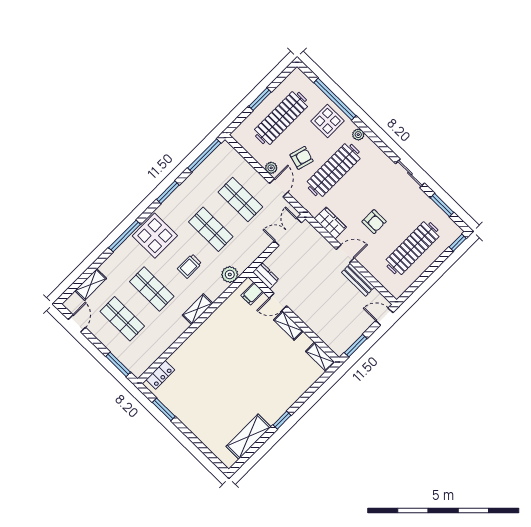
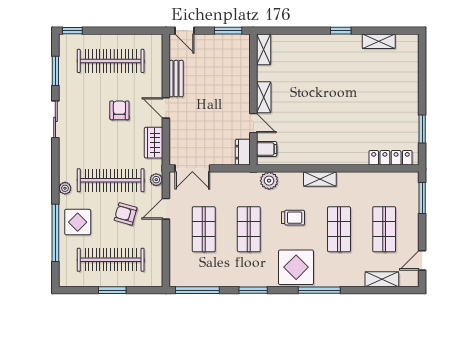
plant: (271, 168) -> (156, 180), moved
locker: (160, 375) -> (390, 158), width x1.53
shelving: (249, 437) -> (379, 41), width x0.67, depth x0.75

